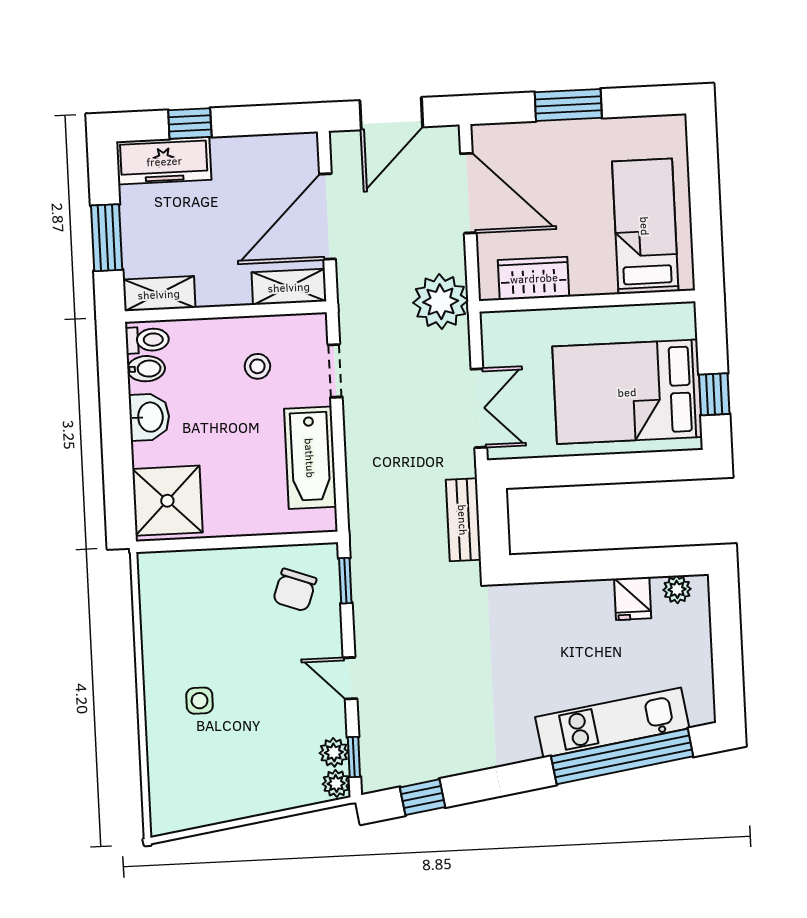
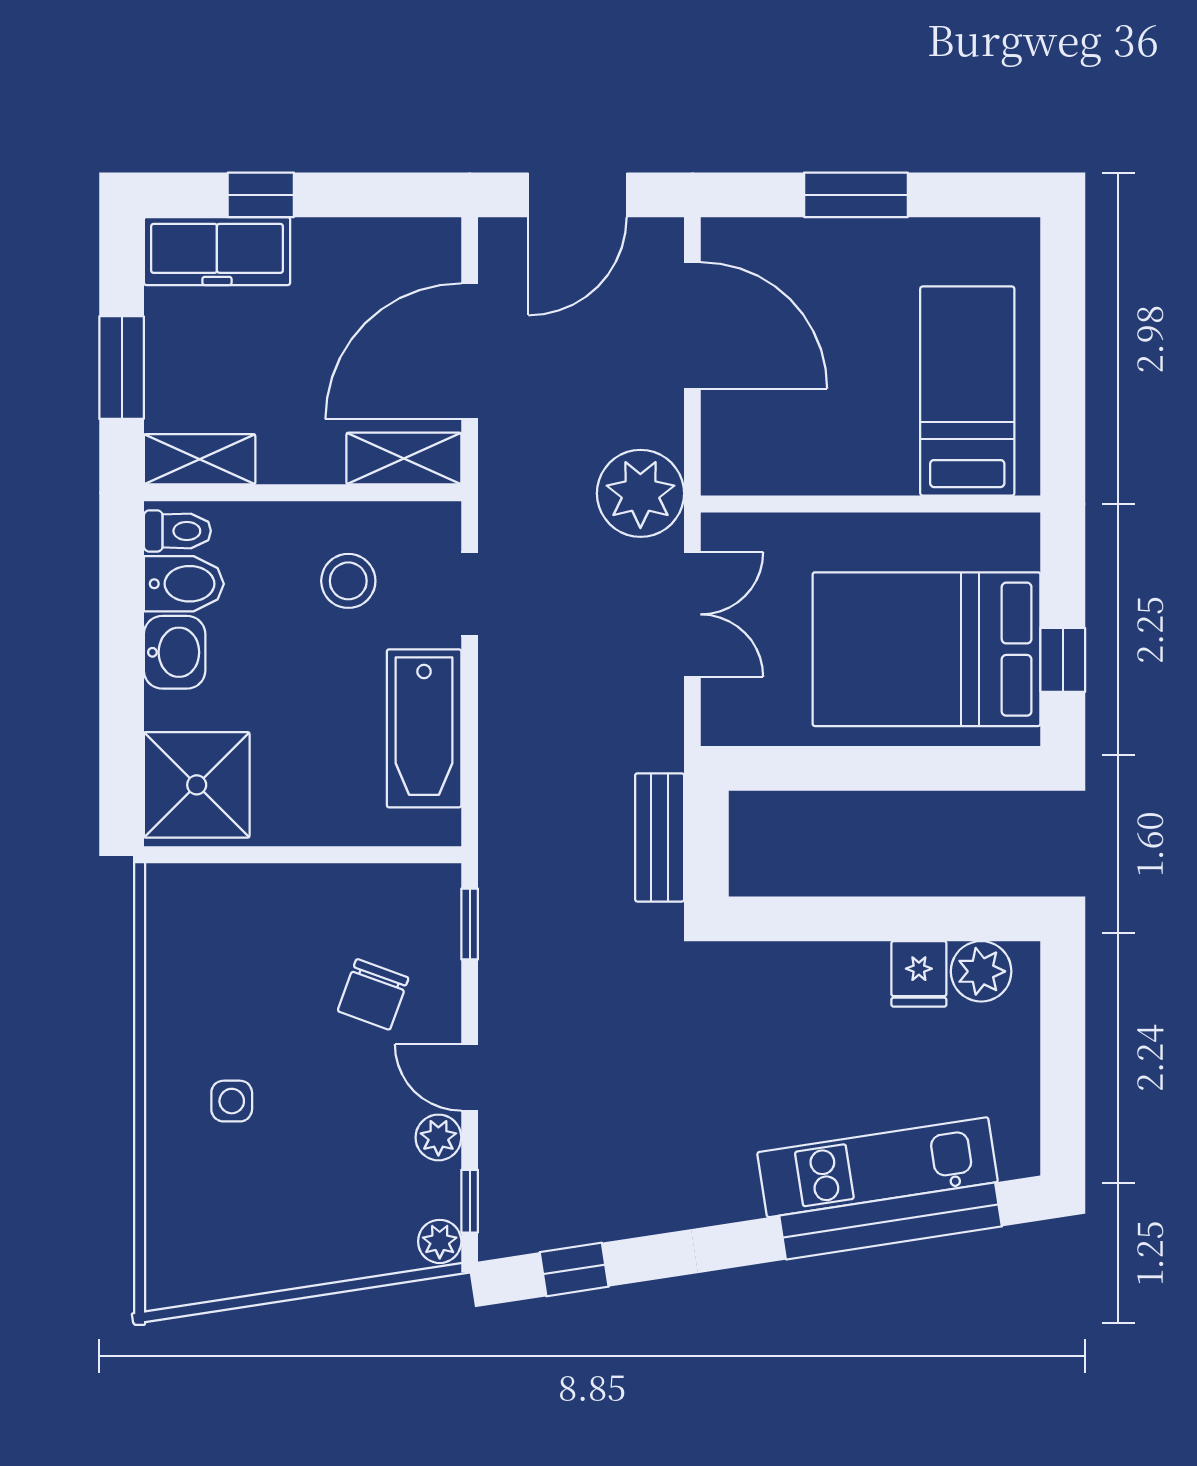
wardrobe: (534, 278) -> (788, 464), removed
stool: (257, 366) -> (348, 581), width x1.37, depth x1.37
bidet: (146, 369) -> (184, 584), width x1.38, depth x1.36
double door: (479, 408) -> (692, 614), moved
plant: (677, 589) -> (981, 971), width x1.38, depth x1.38
chair: (295, 590) -> (373, 994), moved
plant: (334, 752) -> (438, 1137), moved

